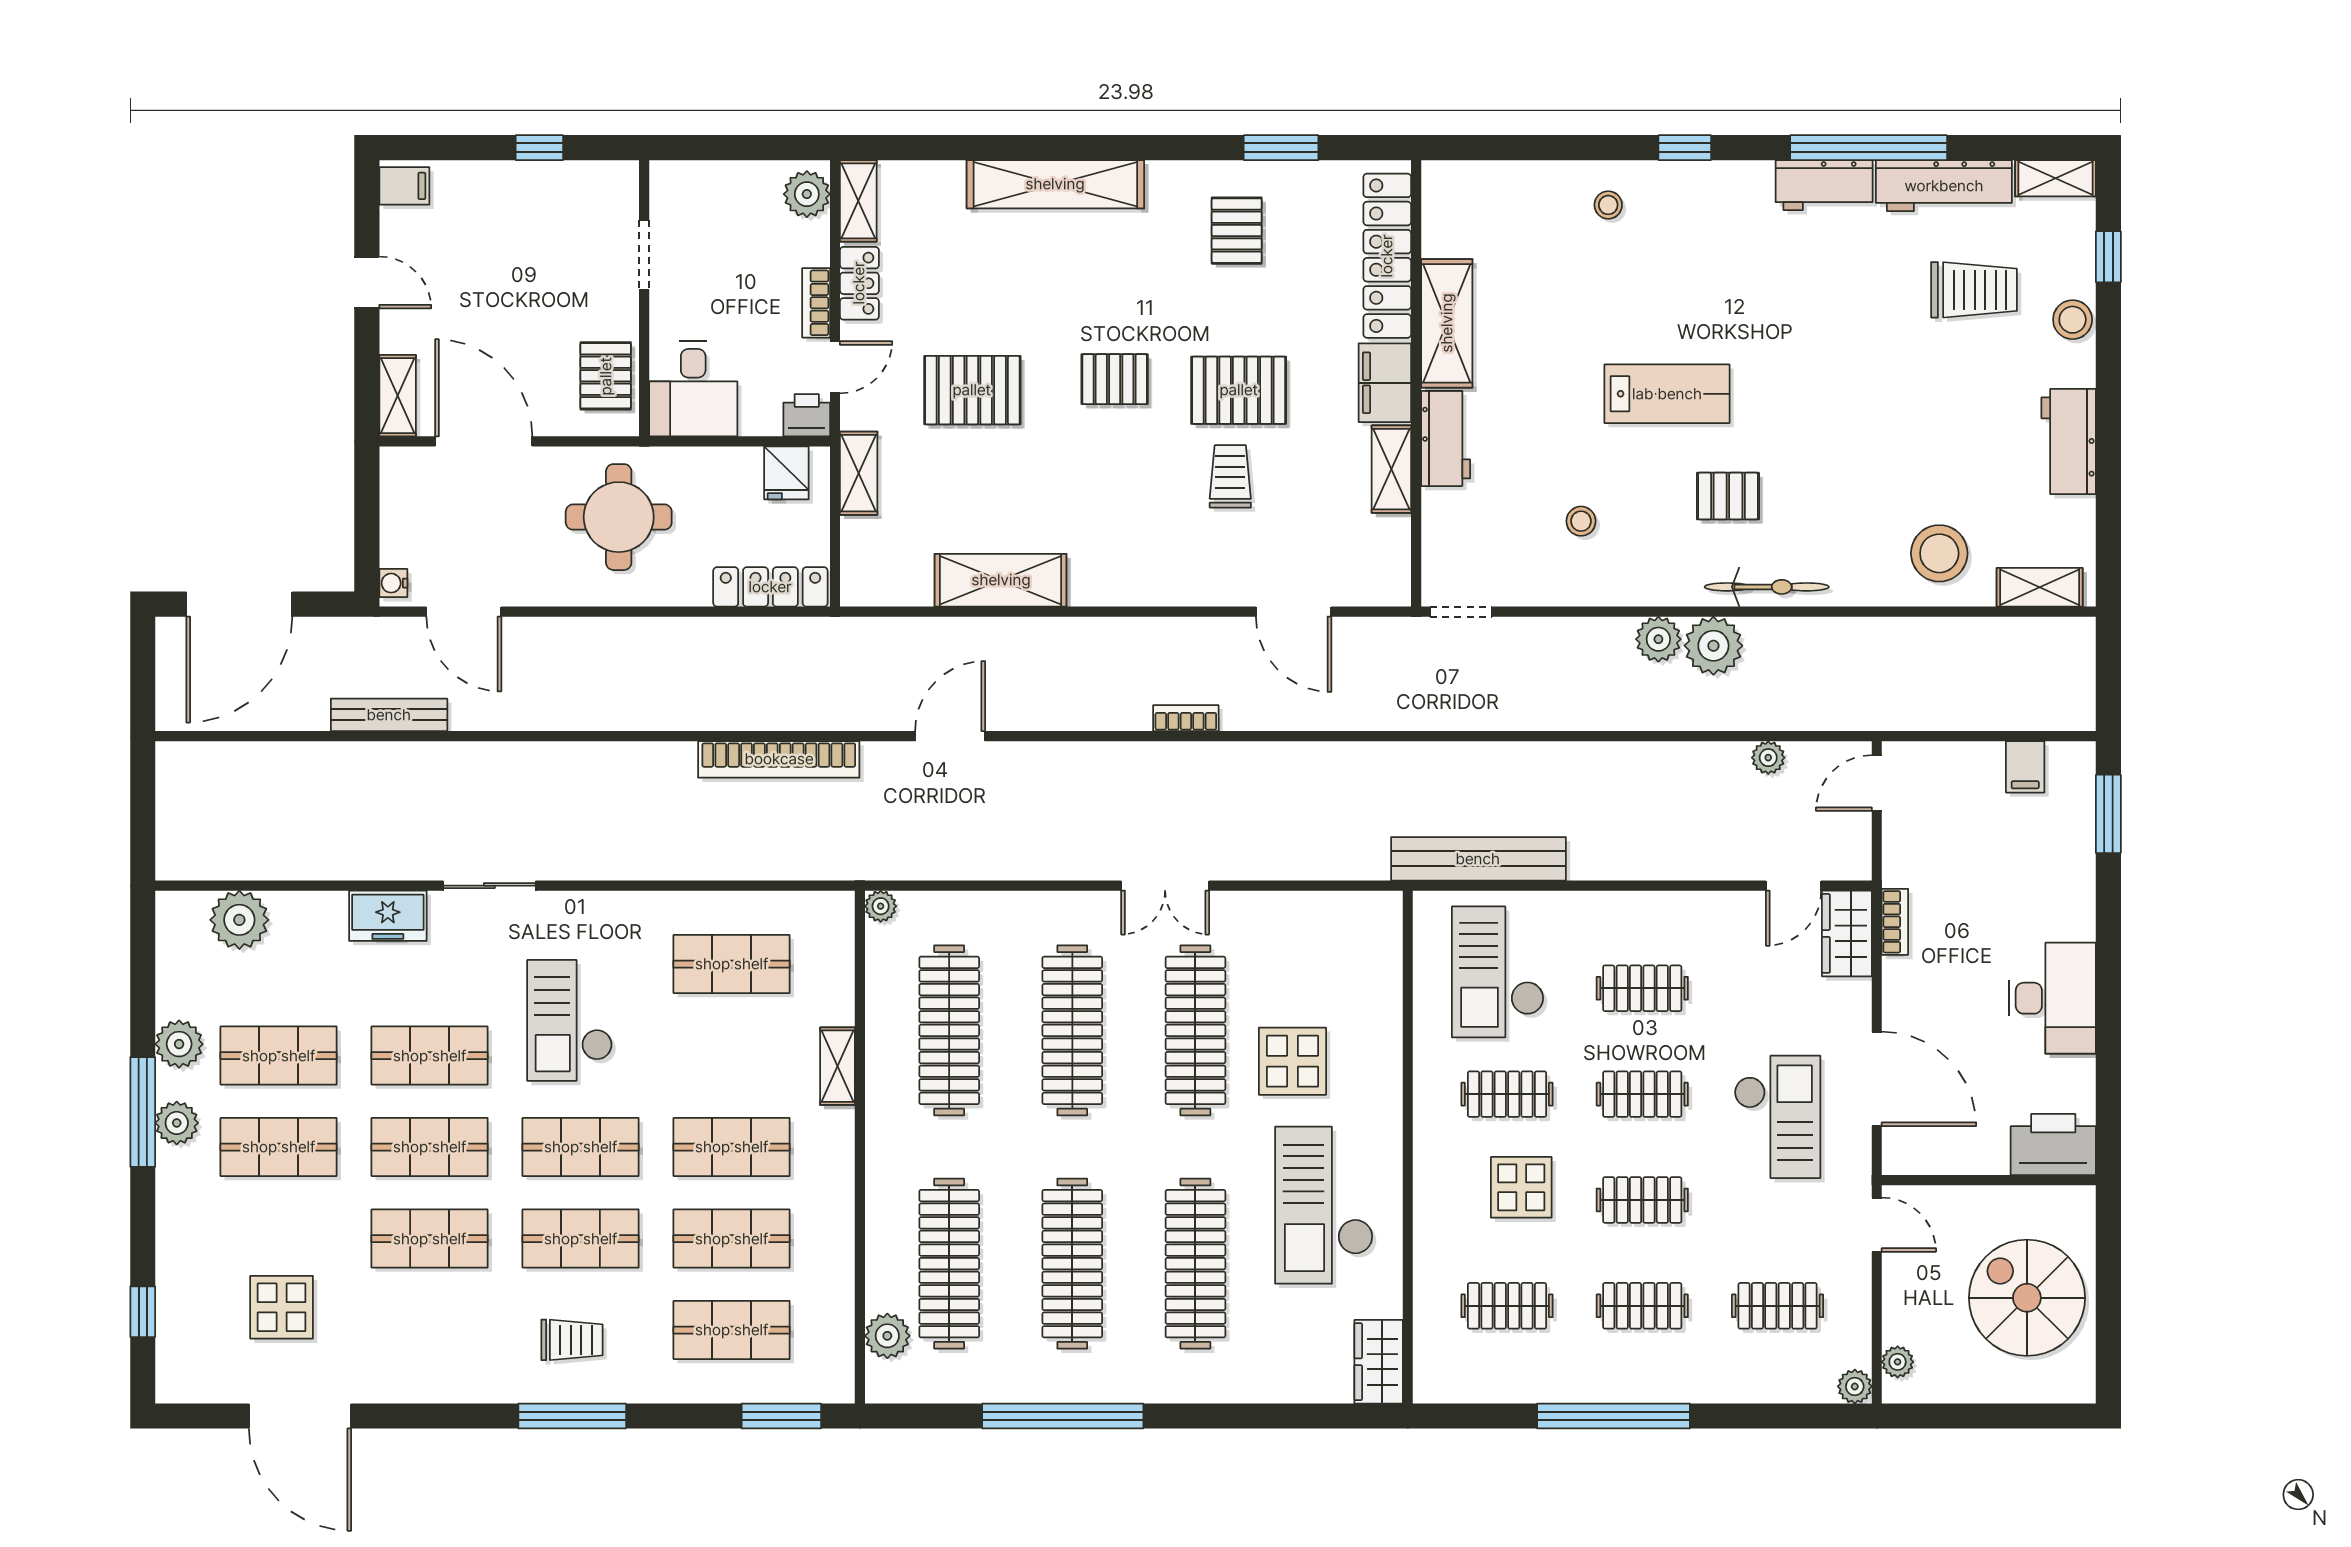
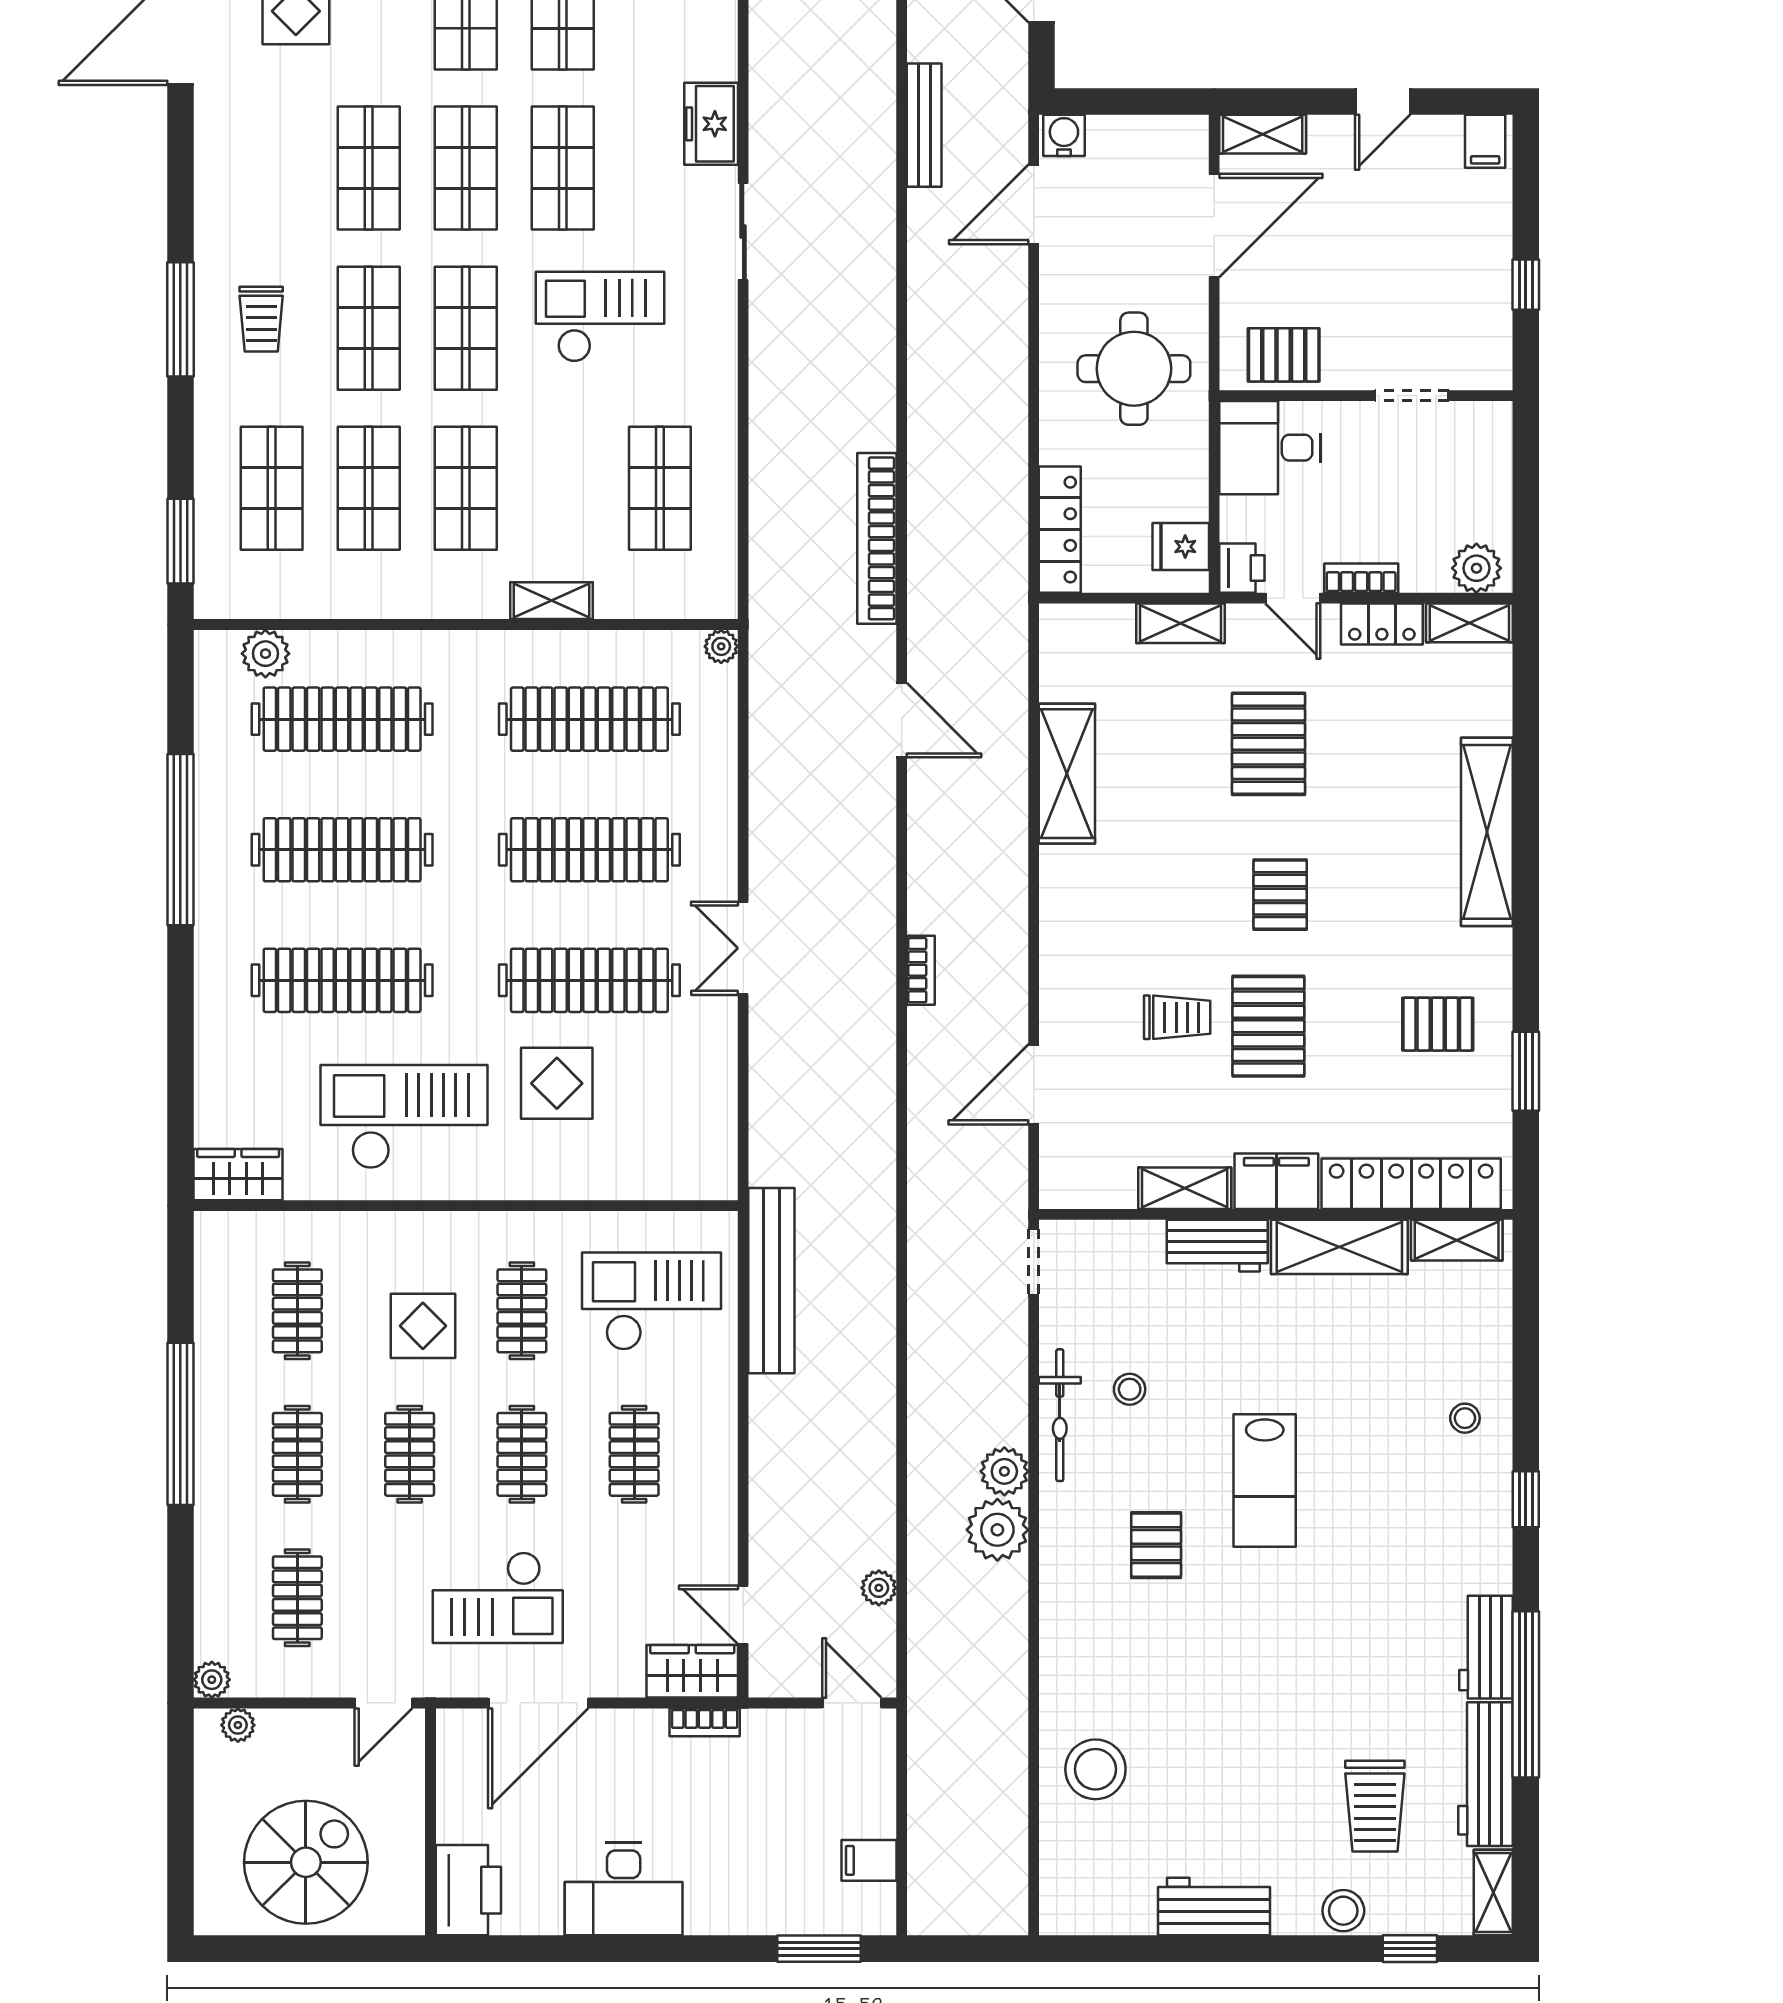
water cooler: (393, 583) -> (1064, 135), width x1.38, depth x1.38
bicycle: (1767, 587) -> (1060, 1415), moved
shelving: (2040, 587) -> (1457, 1240), moved, turned 90

